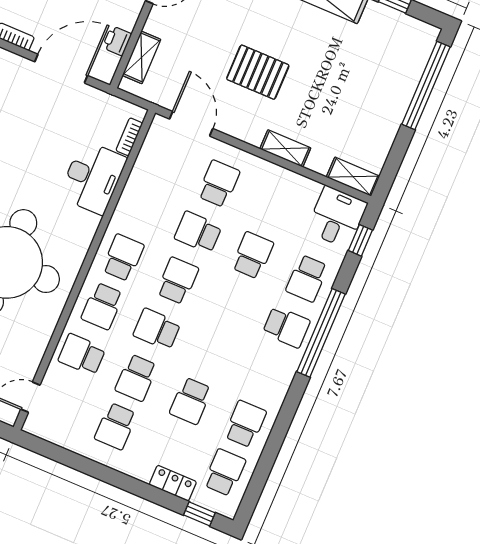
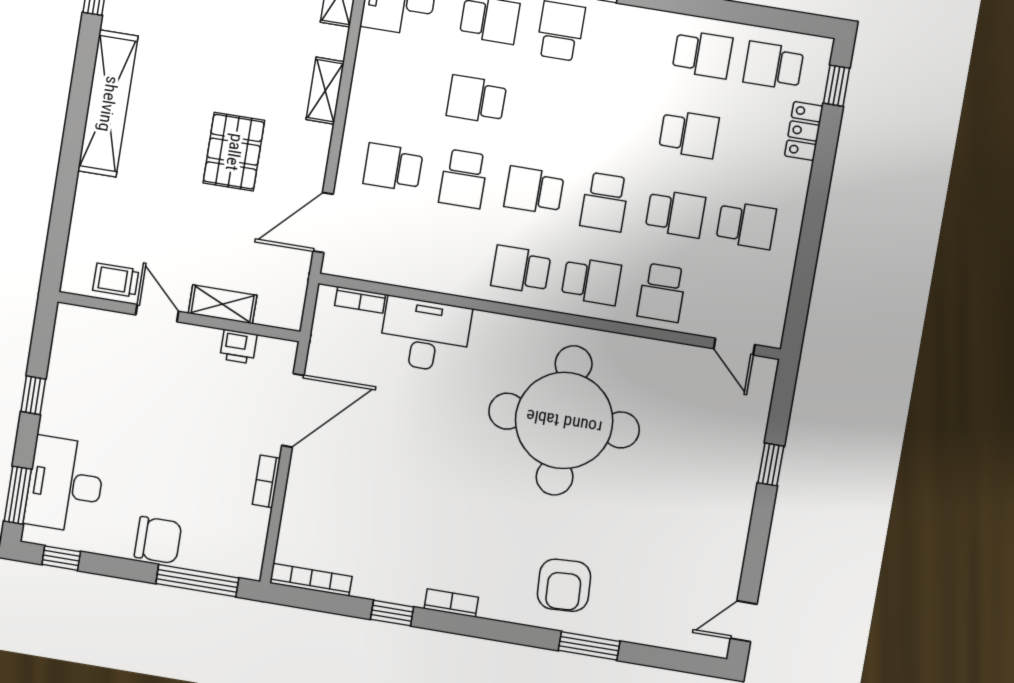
shelving: (141, 57) -> (223, 304), moved
door: (61, 69) -> (293, 410), swing flipped
school desk: (245, 424) -> (702, 54), turned 180

